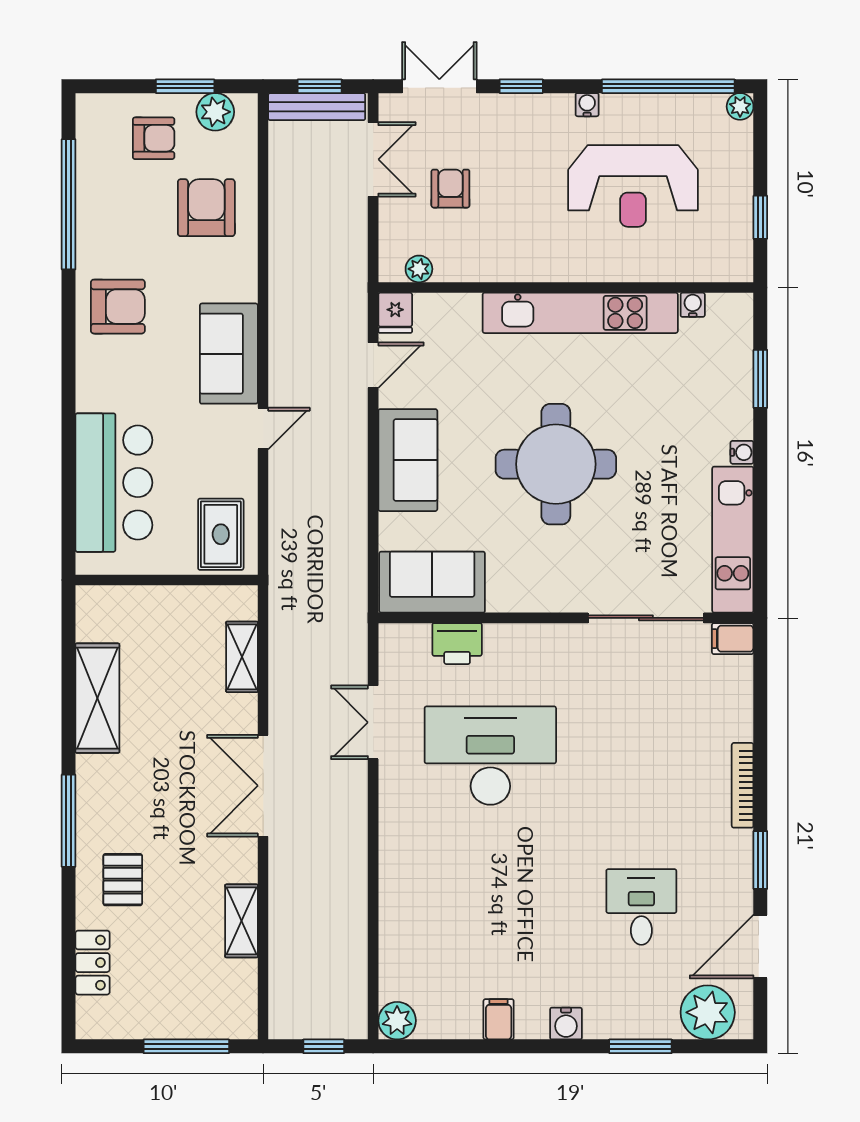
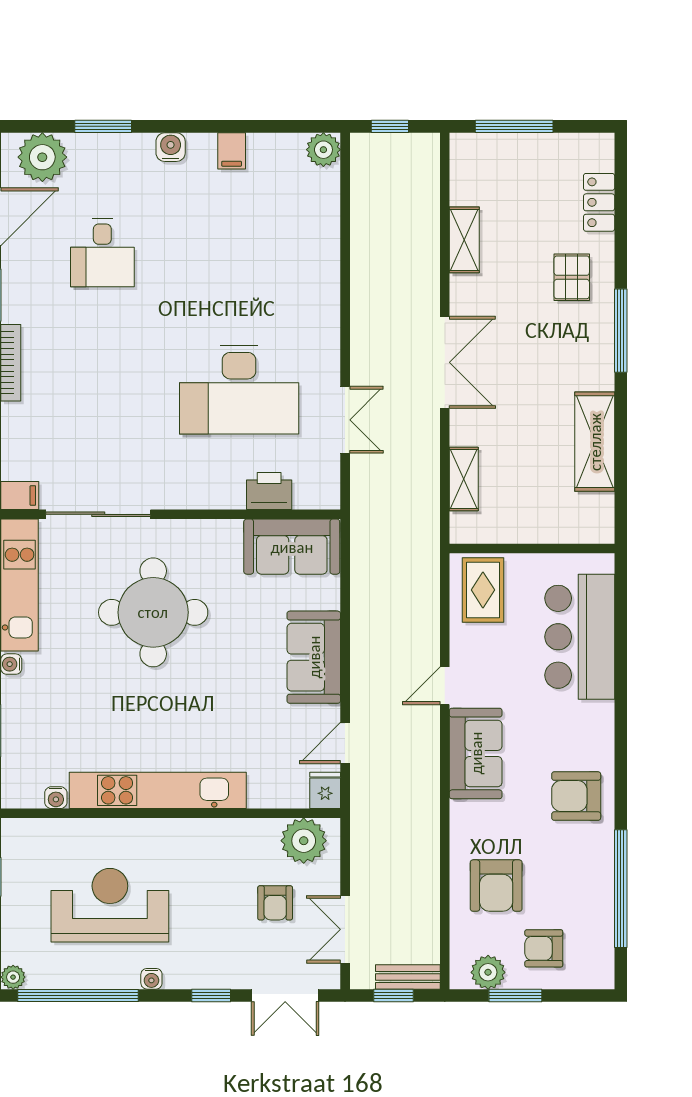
bench: (317, 107) -> (408, 977), width x0.73
plant: (419, 269) -> (304, 841), width x1.88, depth x1.88
round table: (556, 464) -> (153, 612), moved

